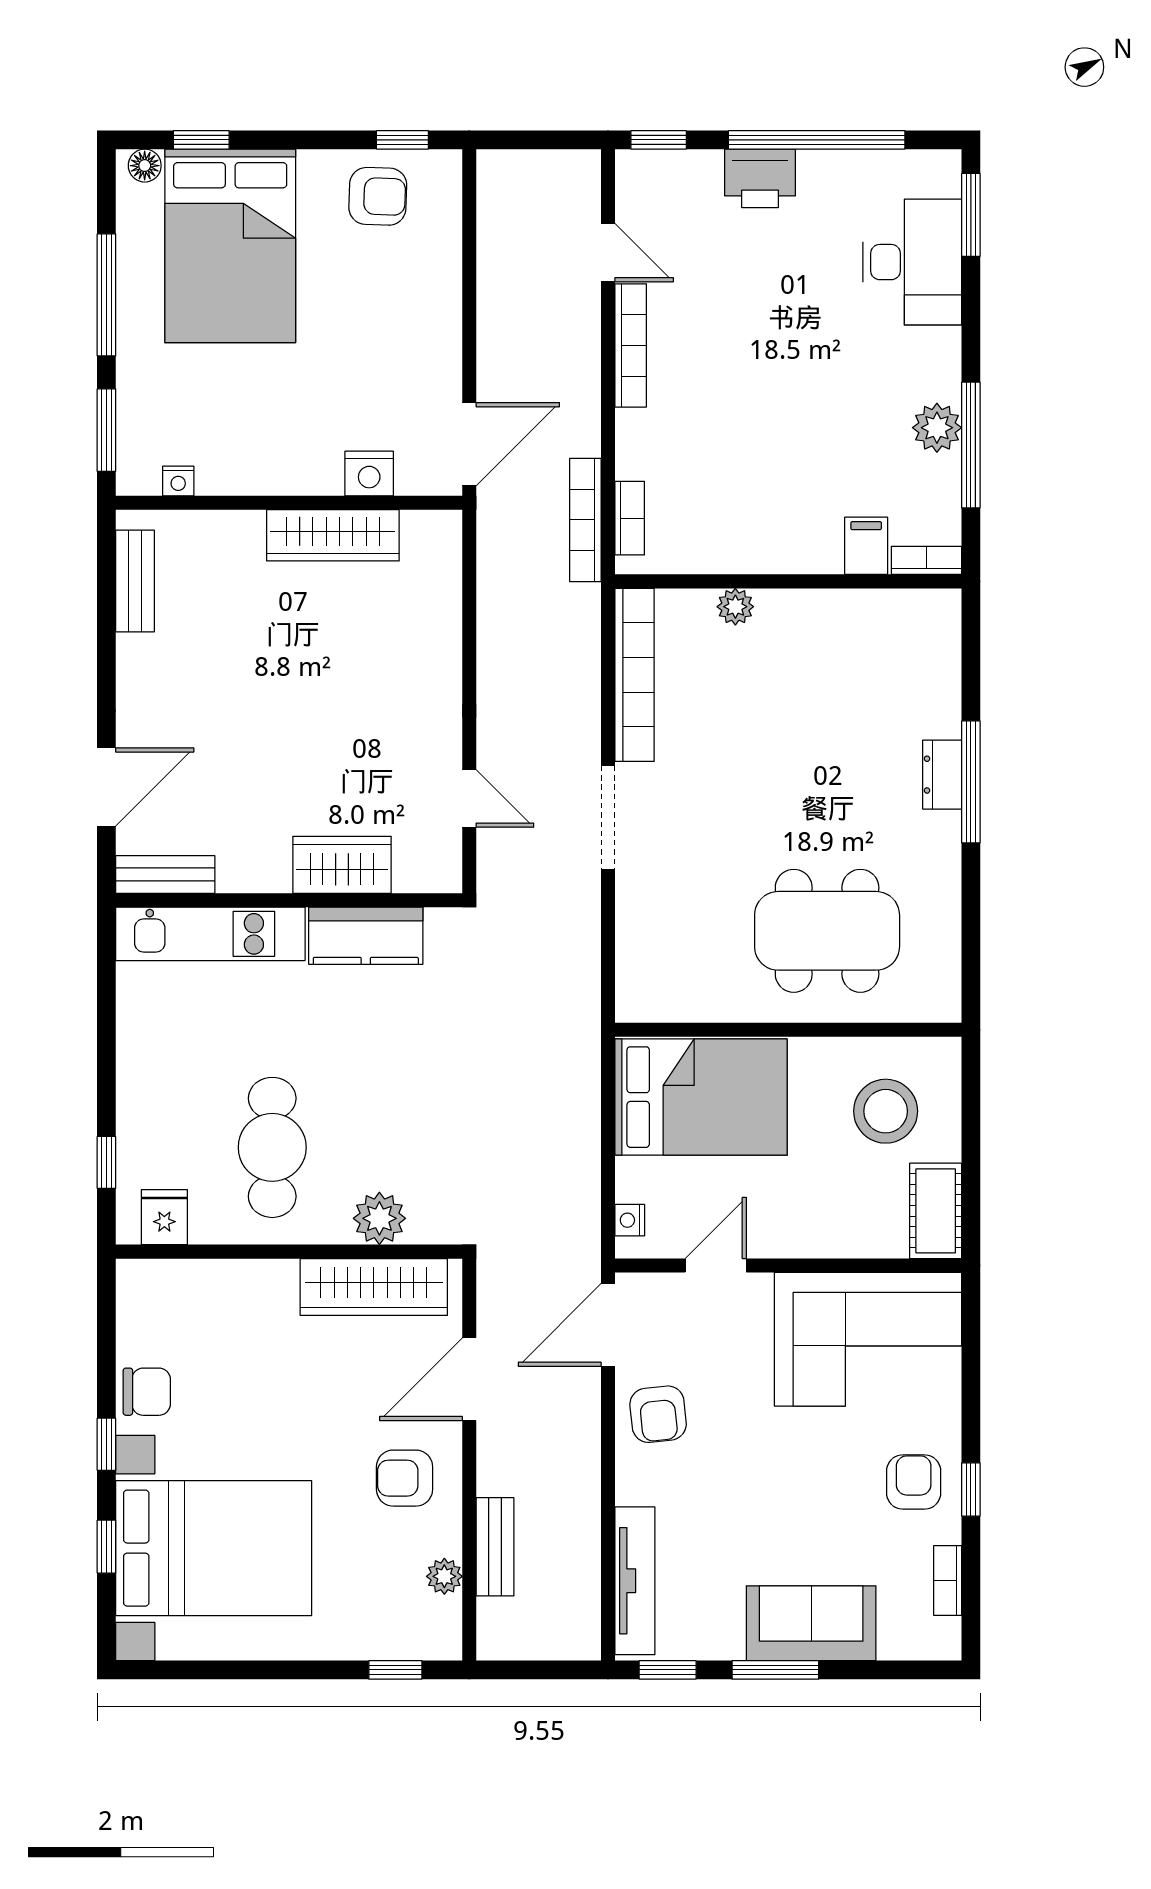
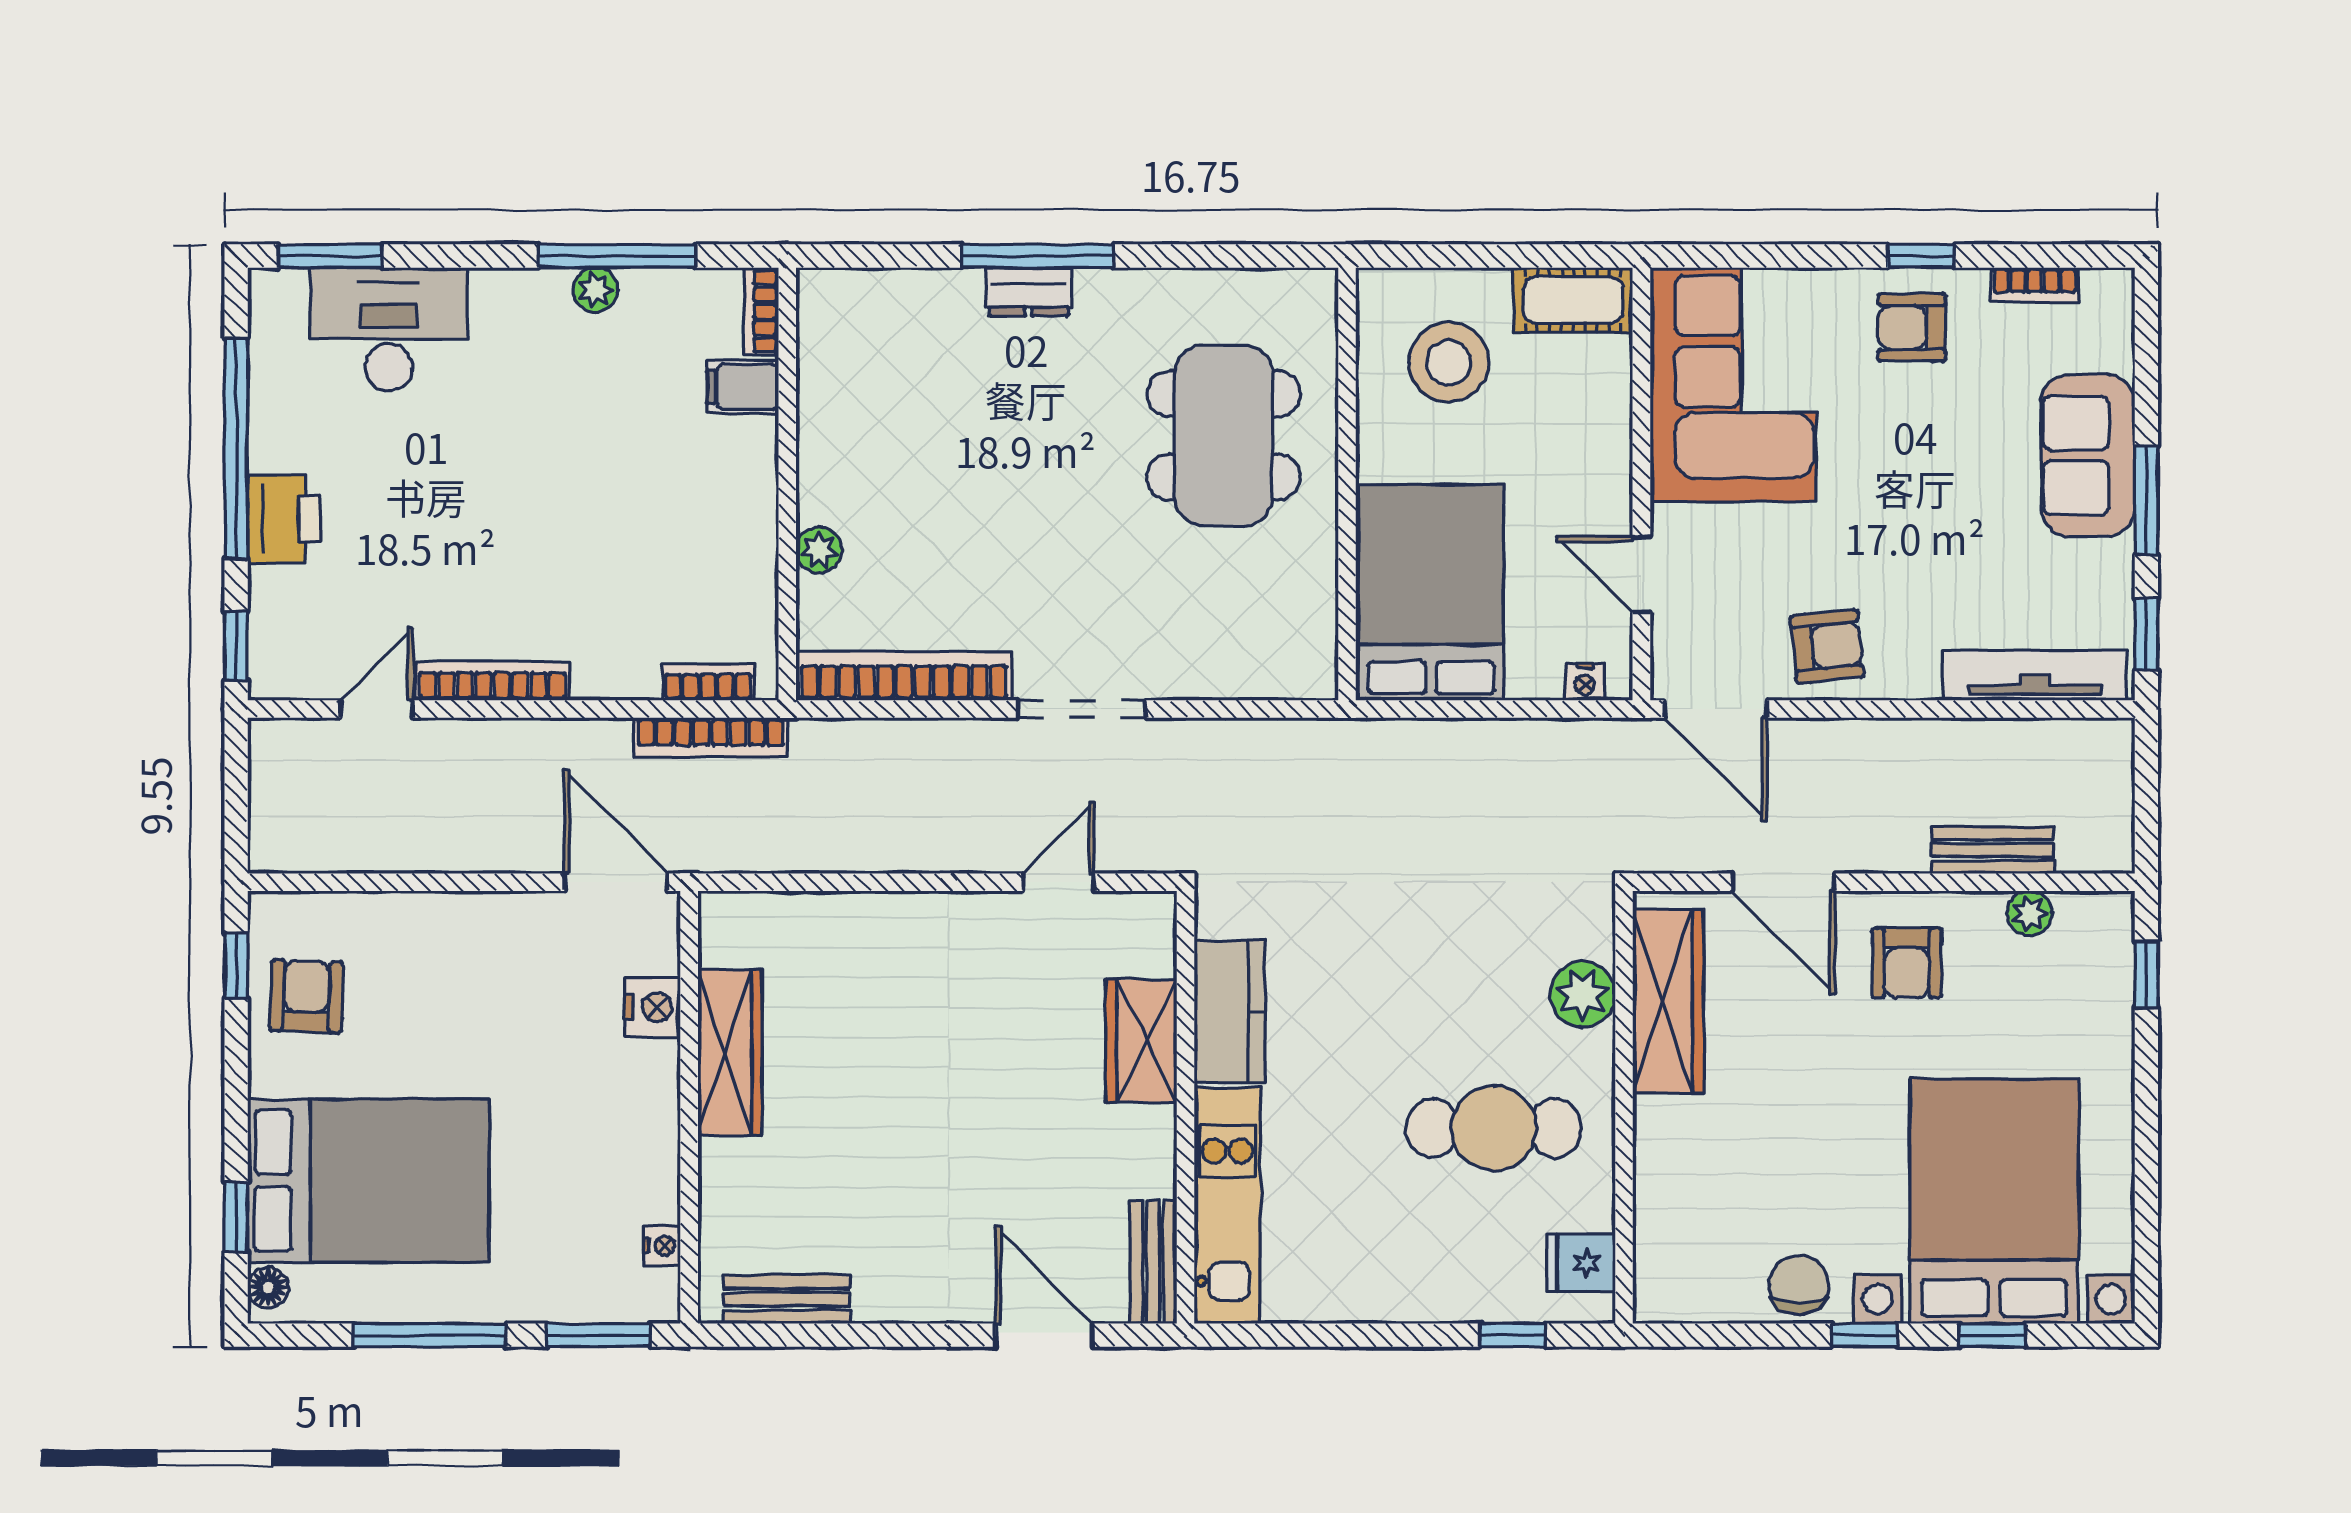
plant: (937, 428) -> (595, 290), width x0.73, depth x0.73

